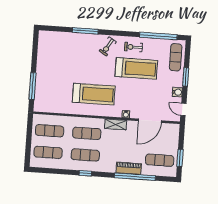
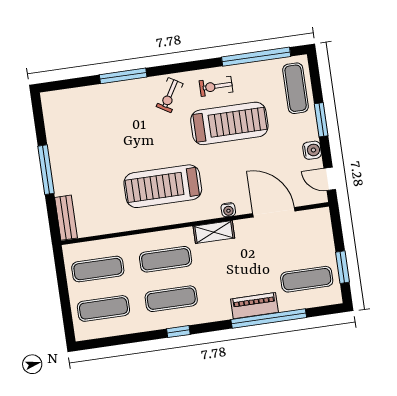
window: (32, 86) -> (46, 170), moved
treadmill: (94, 94) -> (163, 186), turned 180
bench: (39, 100) -> (66, 218), added
door: (150, 121) -> (274, 212), swing flipped

